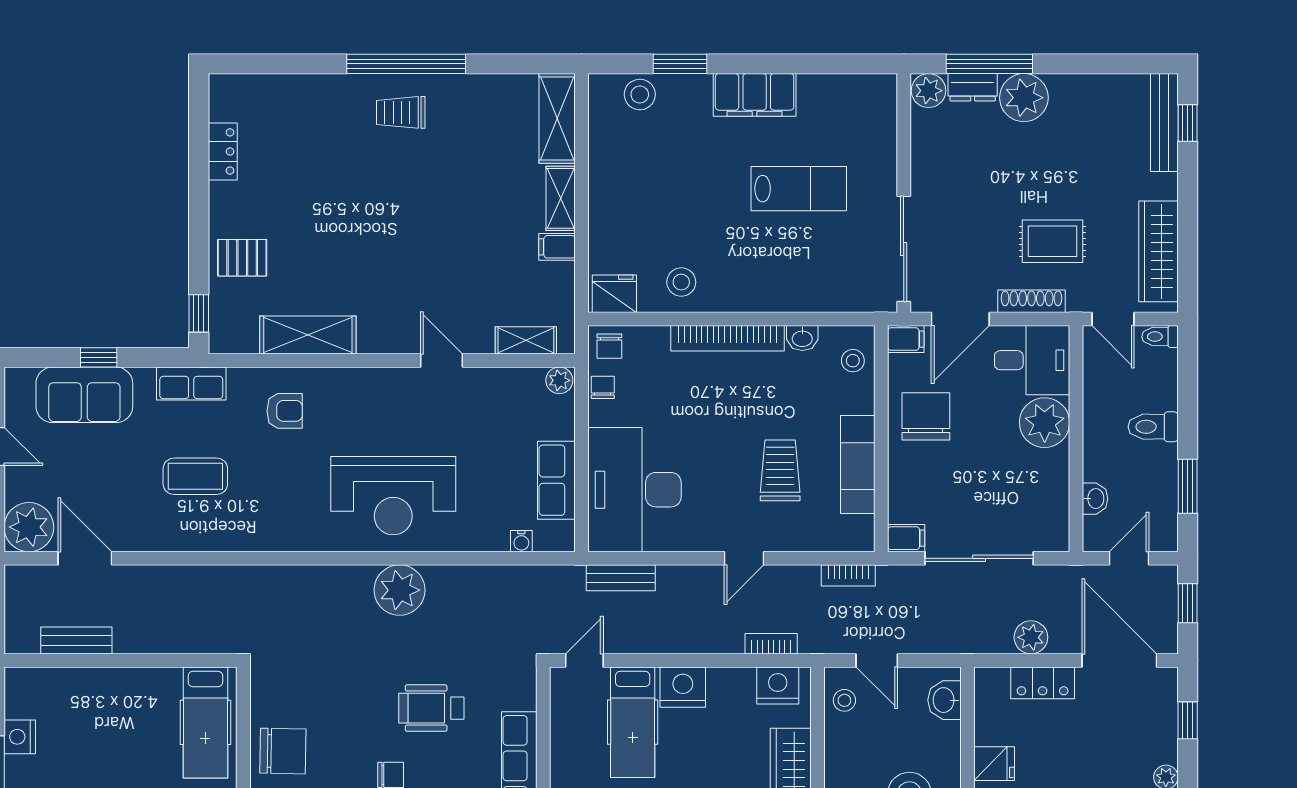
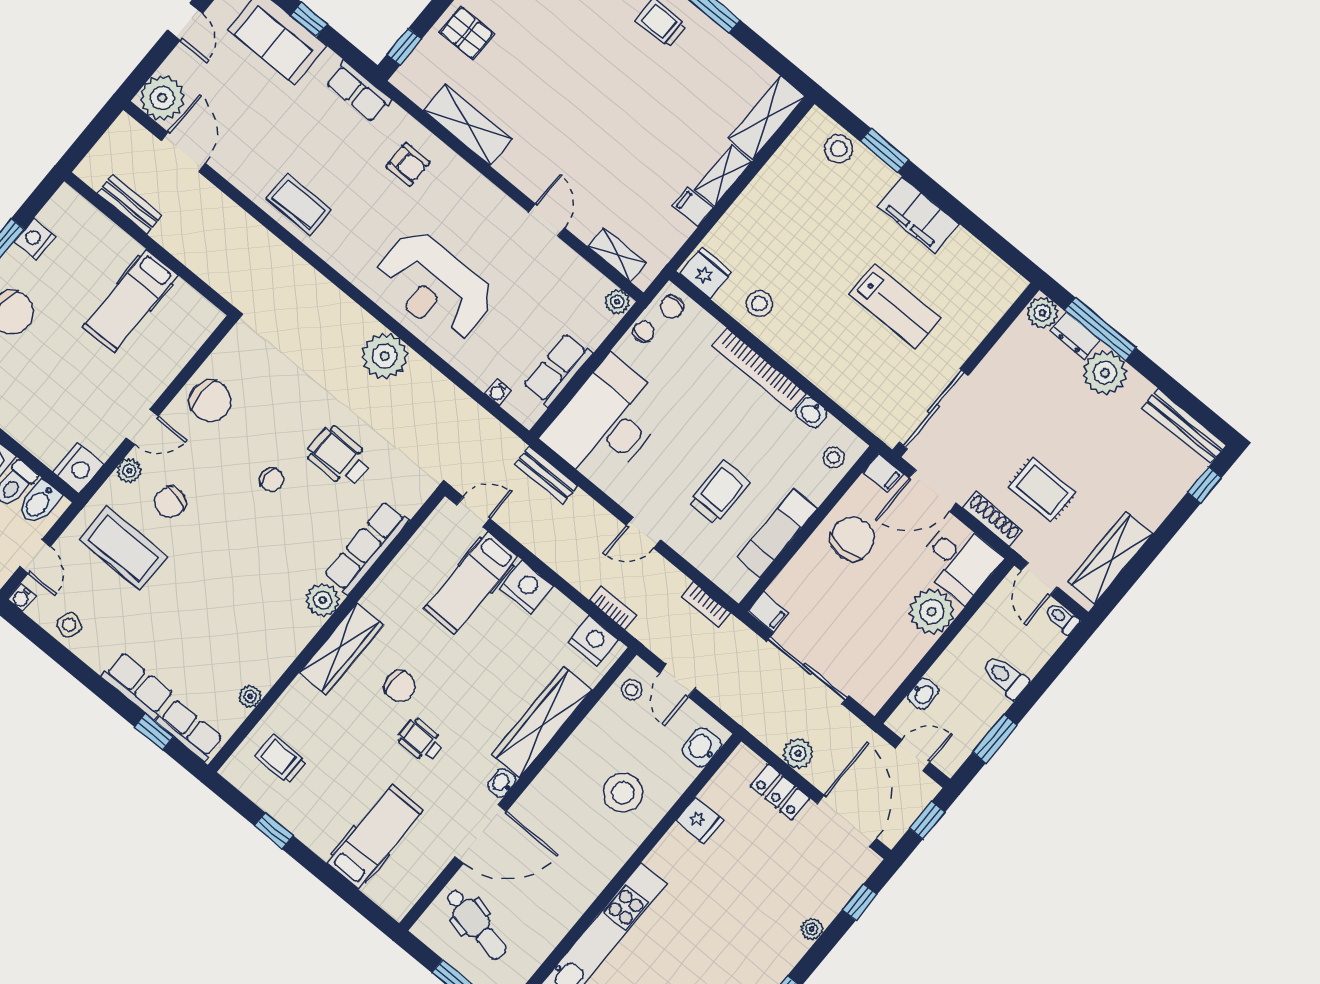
bench: (1164, 123) -> (1184, 426), moved, turned 90
coffee table: (195, 476) -> (299, 204), moved
hospital bed: (205, 722) -> (130, 301), moved

